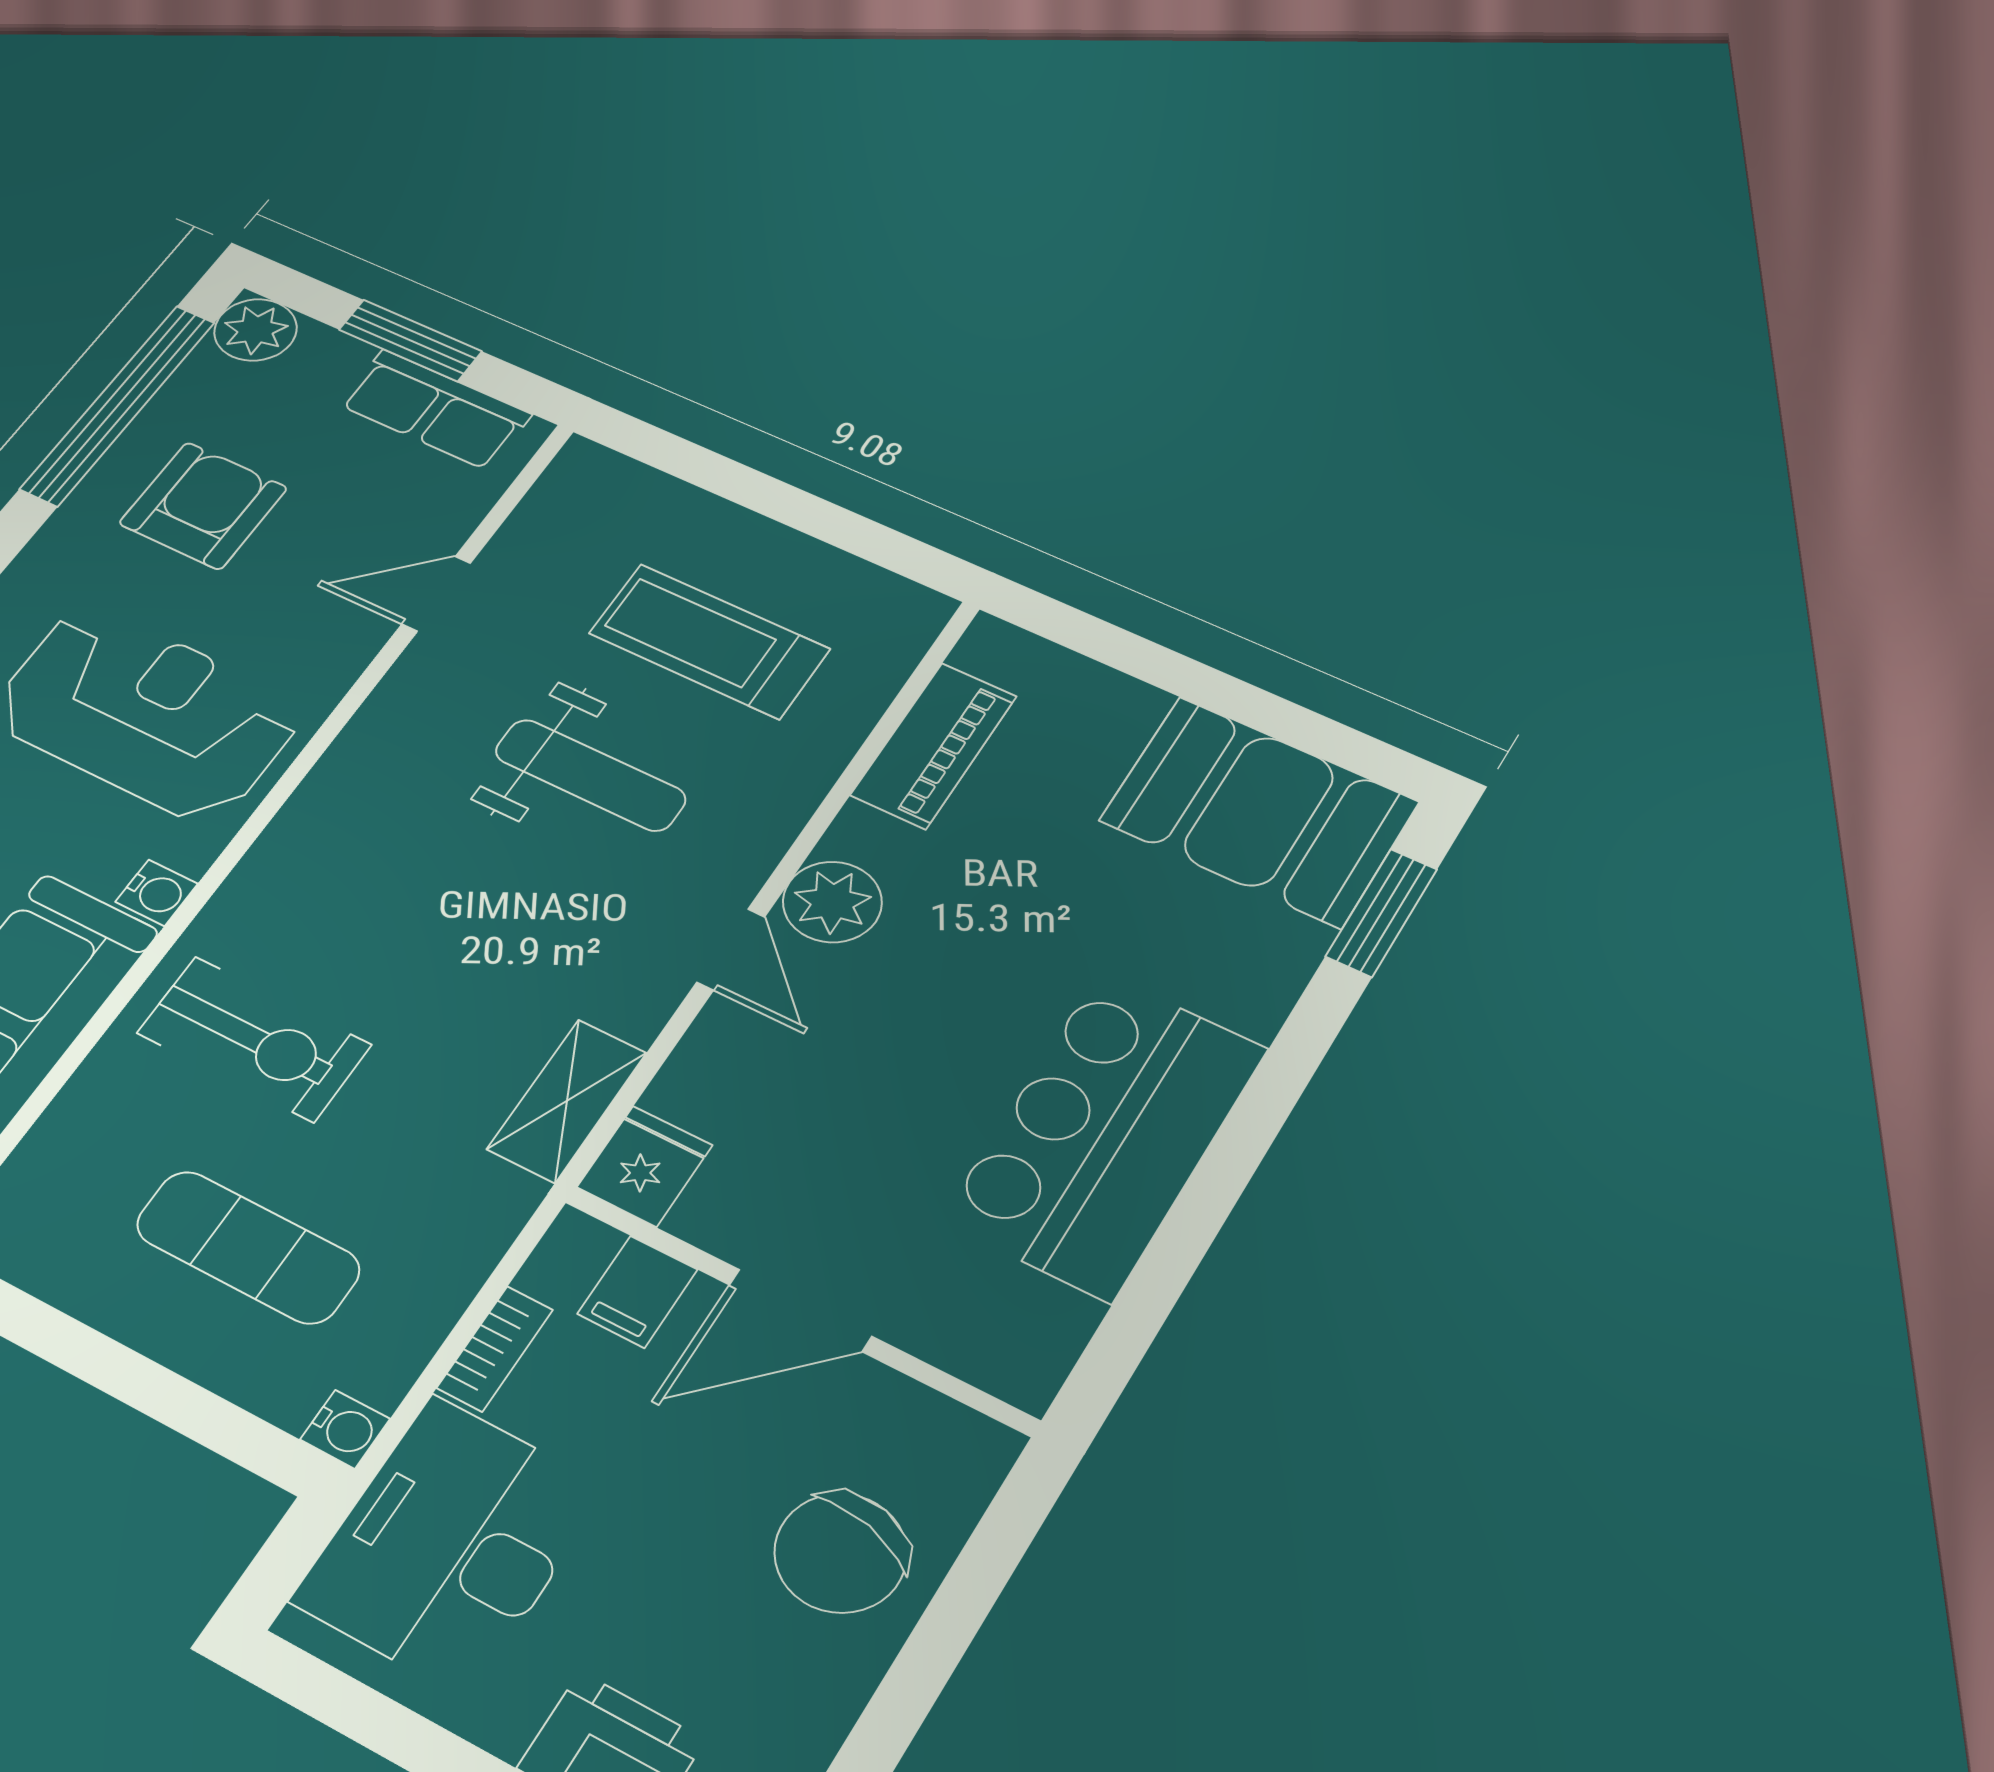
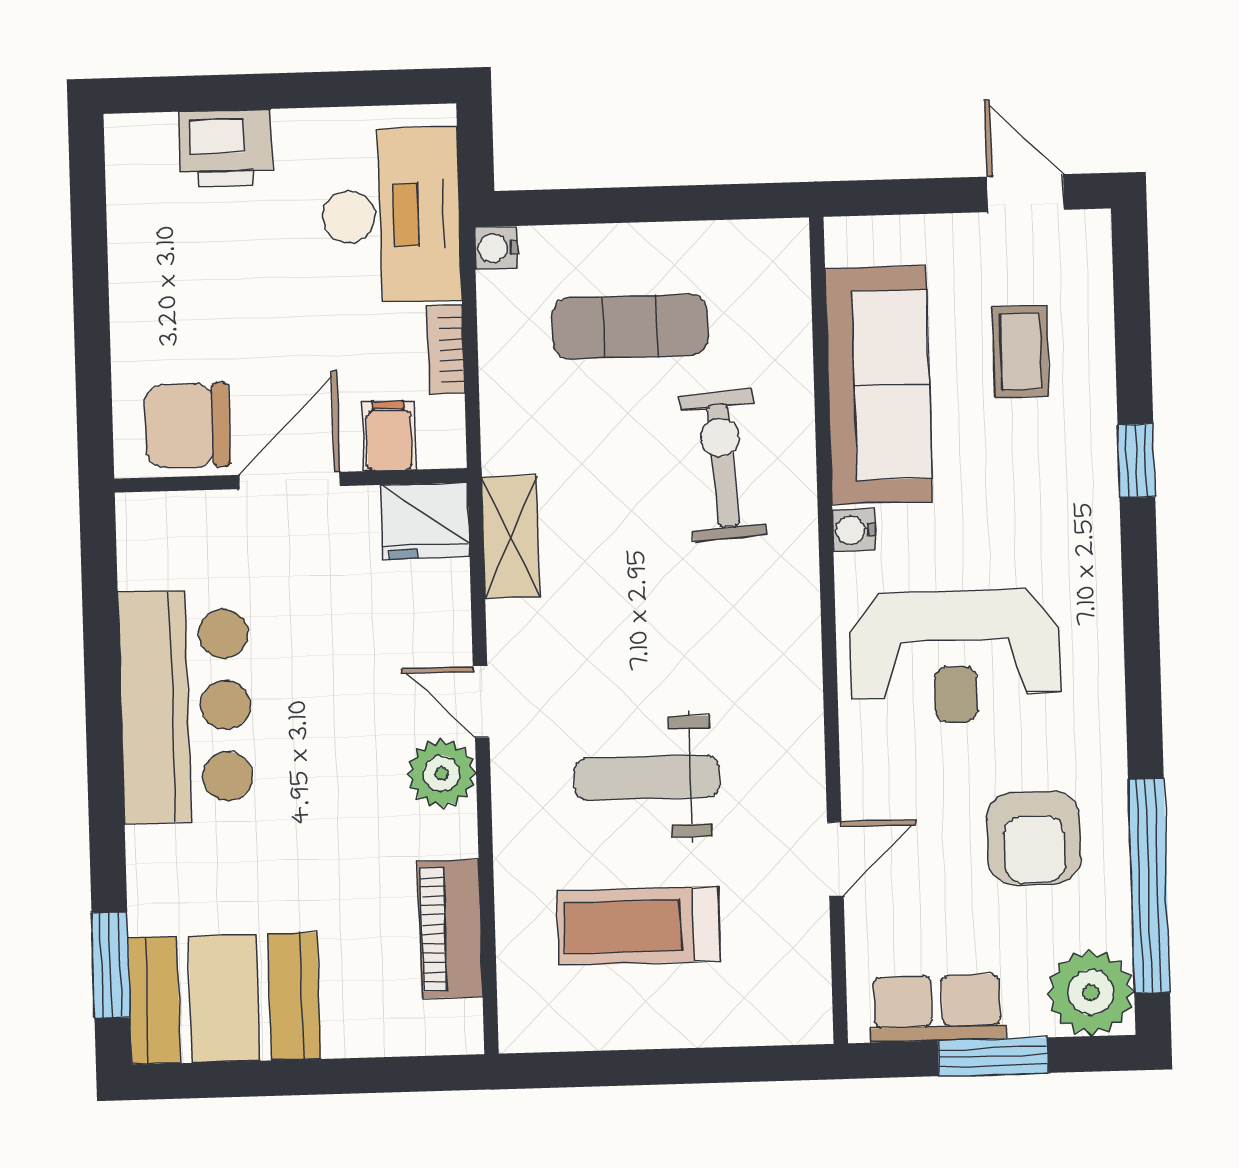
plant: (256, 330) -> (1091, 992), width x1.36, depth x1.36
treadmill: (709, 641) -> (639, 926), turned 180
exercise bike: (254, 1039) -> (723, 465), turned 86
fridge: (645, 1166) -> (425, 521), width x1.38
chair: (841, 1553) -> (187, 426), moved, turned -104

